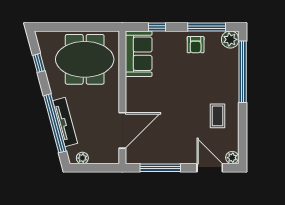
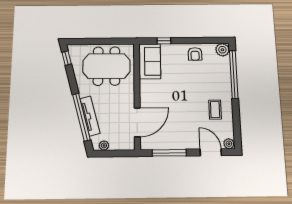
window: (207, 27) -> (203, 40), removed
window: (39, 63) -> (67, 58), moved

